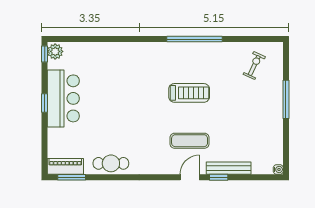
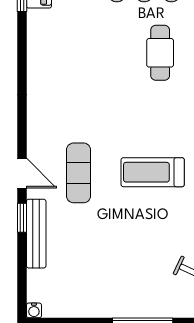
treadmill: (189, 93) -> (153, 172), turned 90
cafe table: (111, 163) -> (160, 53), moved

